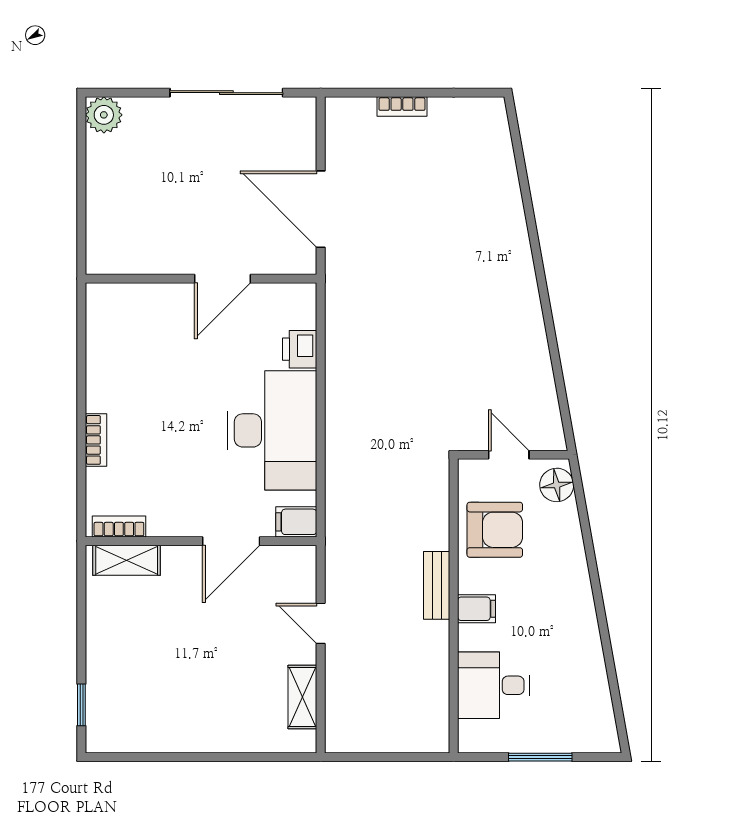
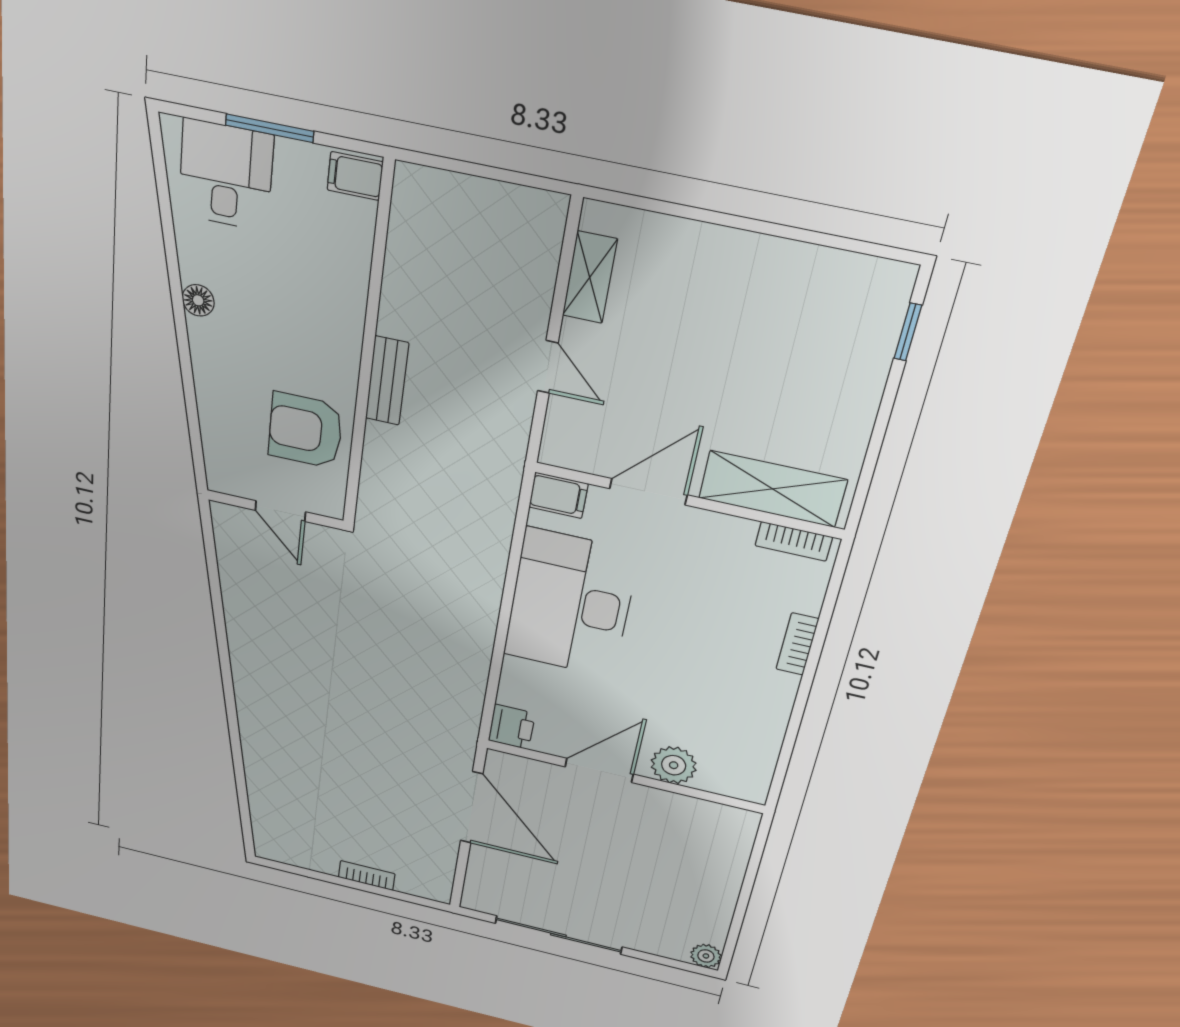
plant: (104, 115) -> (706, 956), width x0.73, depth x0.73
plant: (165, 301) -> (674, 765), added
printer: (300, 349) -> (512, 727), moved
floor lamp: (557, 485) -> (198, 300), moved, width x0.73, depth x0.73
shelving: (127, 560) -> (773, 489), width x1.50, depth x1.33
filing cabinet: (476, 609) -> (355, 176), moved
desk: (494, 685) -> (226, 175), moved, turned -90

